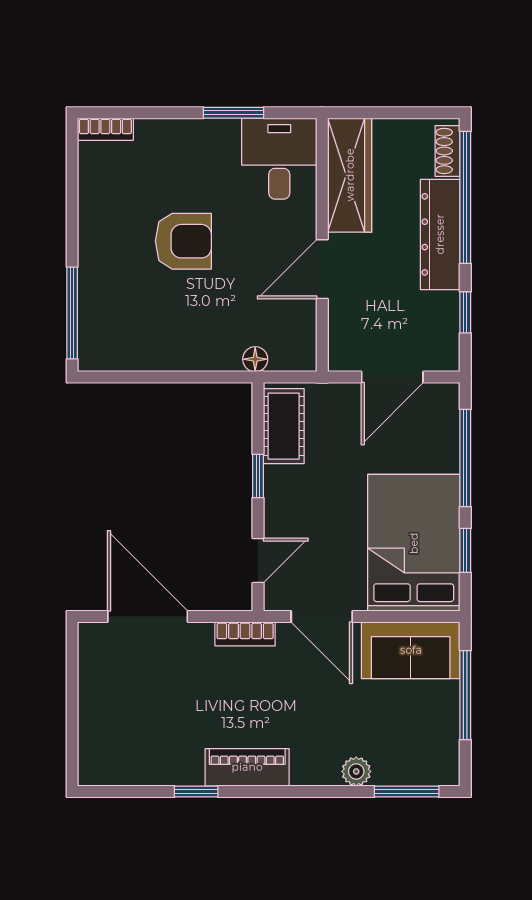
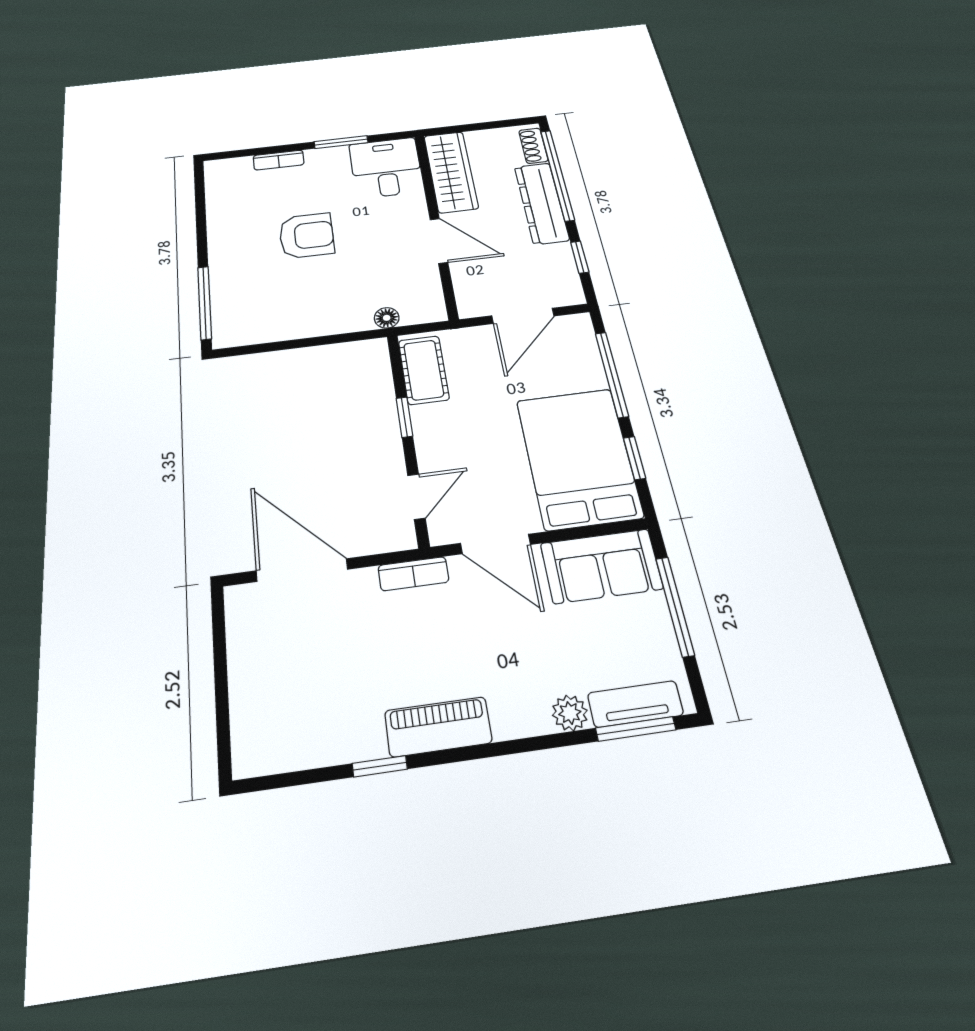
bookcase: (105, 129) -> (279, 160), moved
door: (322, 269) -> (439, 241), swing flipped
tv unit: (411, 772) -> (635, 704), added

